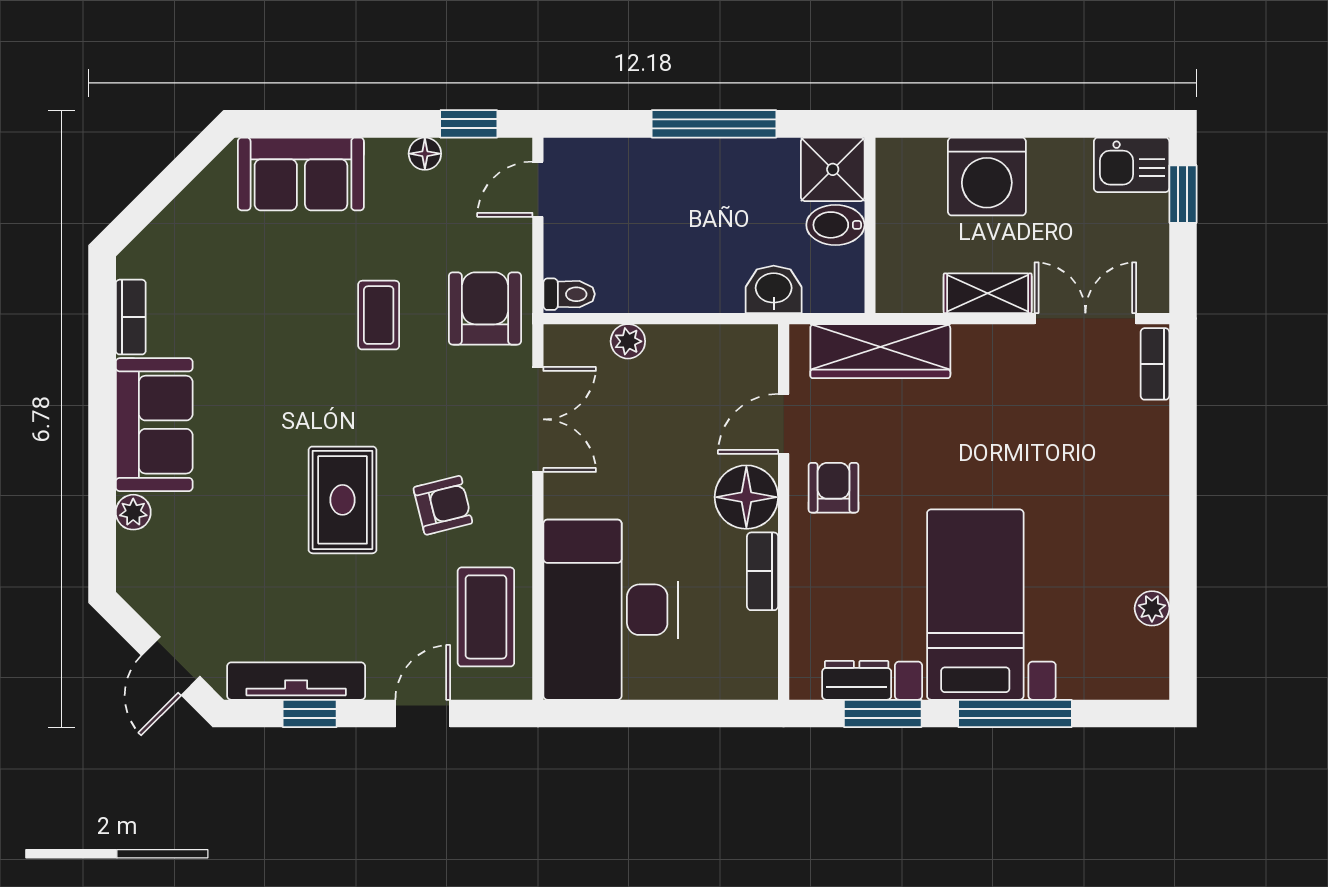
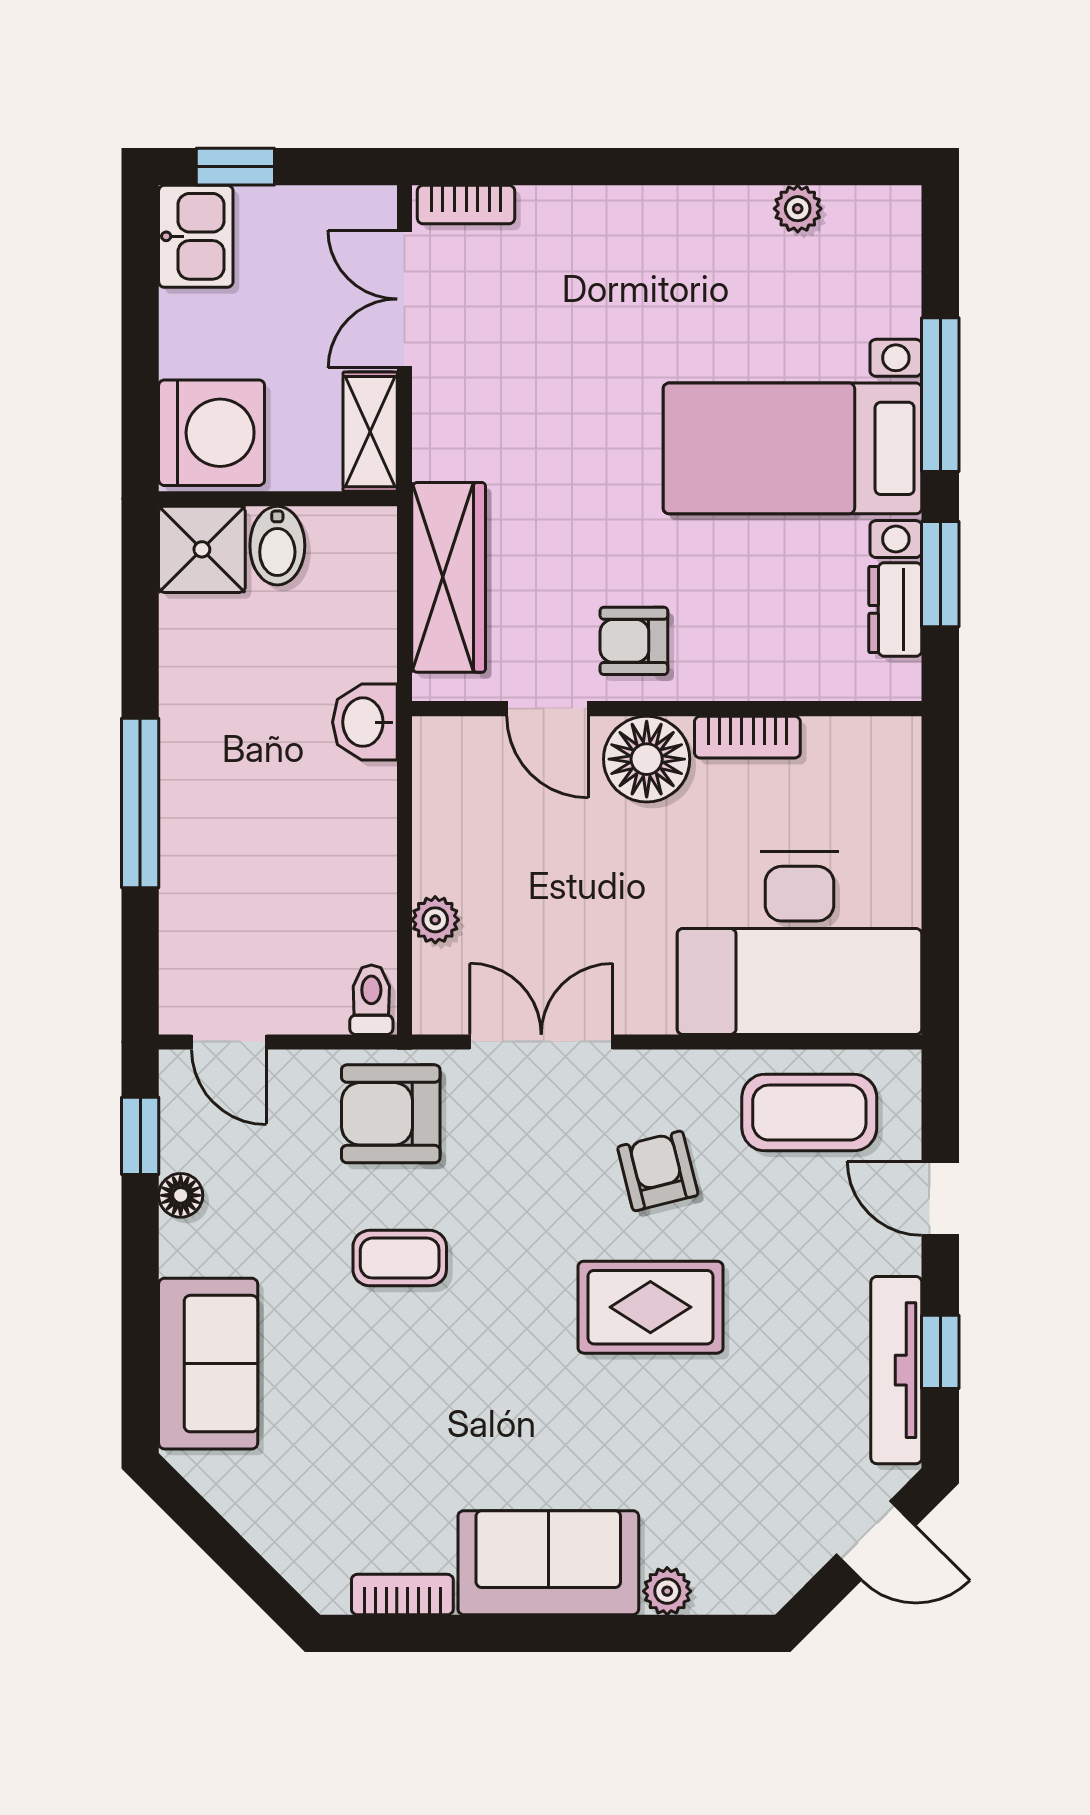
shower: (833, 169) -> (202, 549), moved
bidet: (835, 225) -> (277, 546), moved
wall: (870, 225) -> (278, 499), moved

